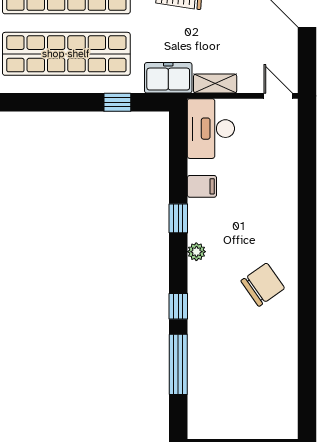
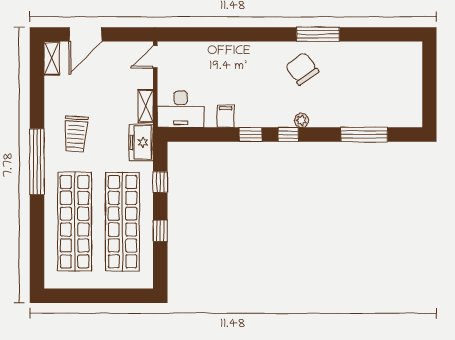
window: (54, 102) -> (160, 231), added
plant: (196, 252) -> (301, 120), moved
window: (307, 305) -> (318, 34), added
window: (178, 306) -> (288, 135), moved

